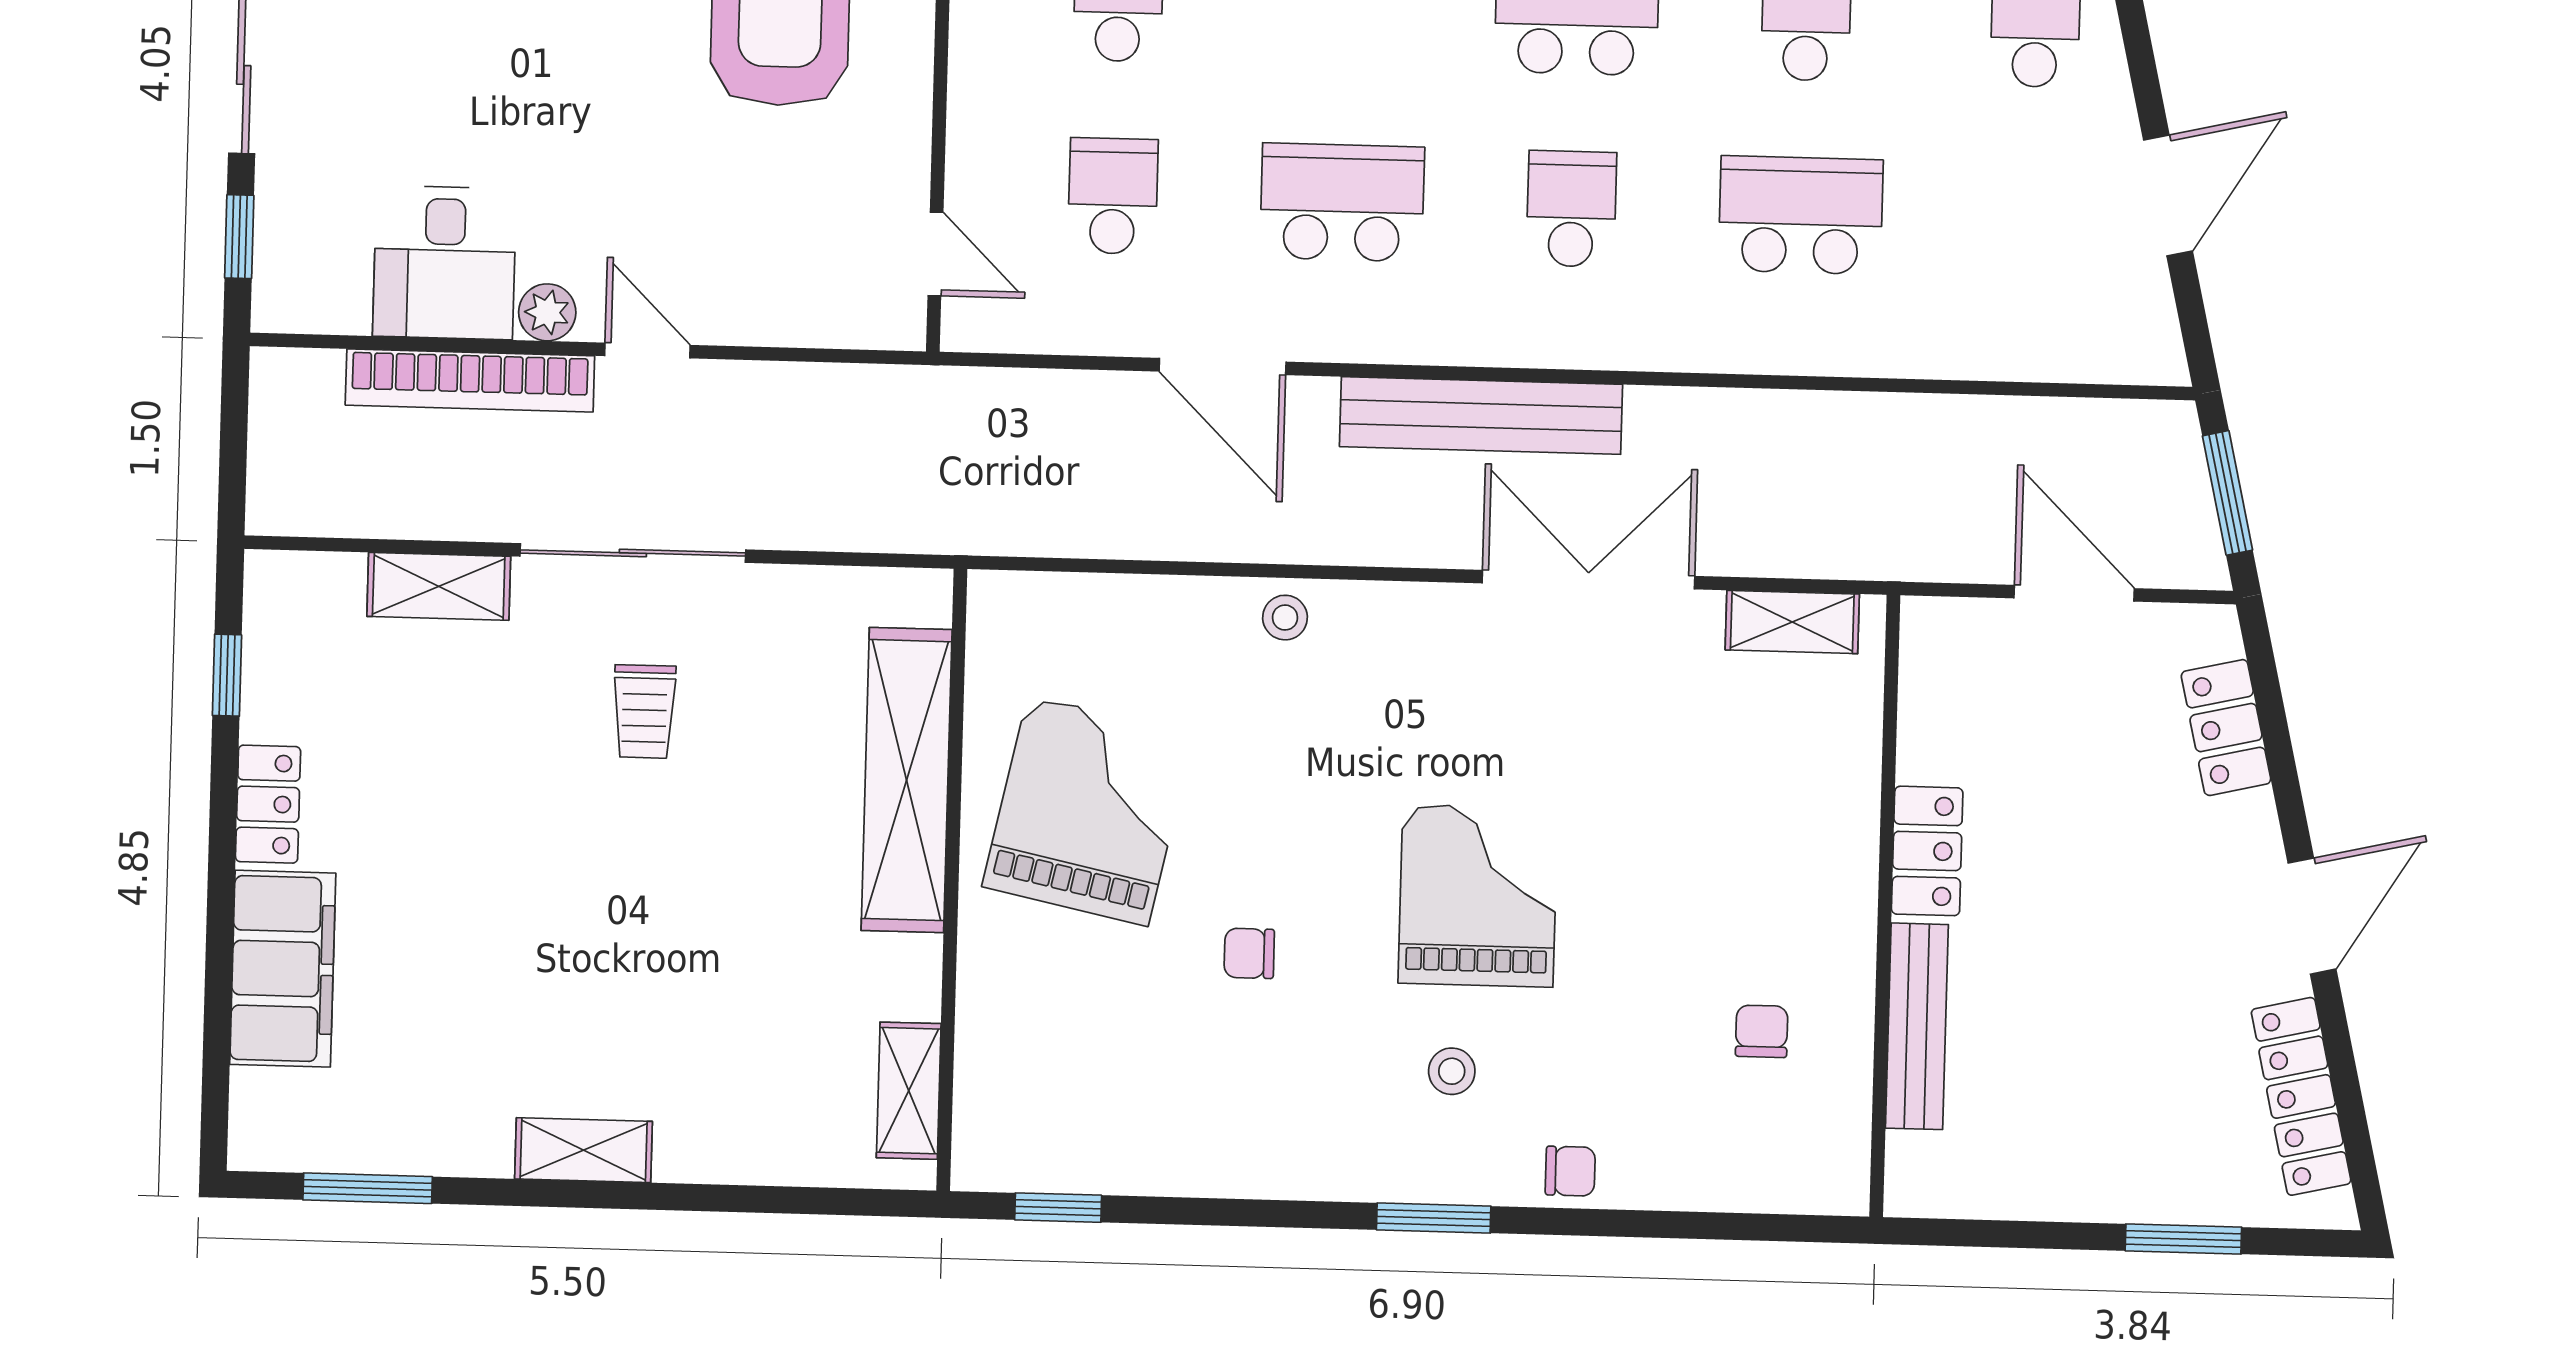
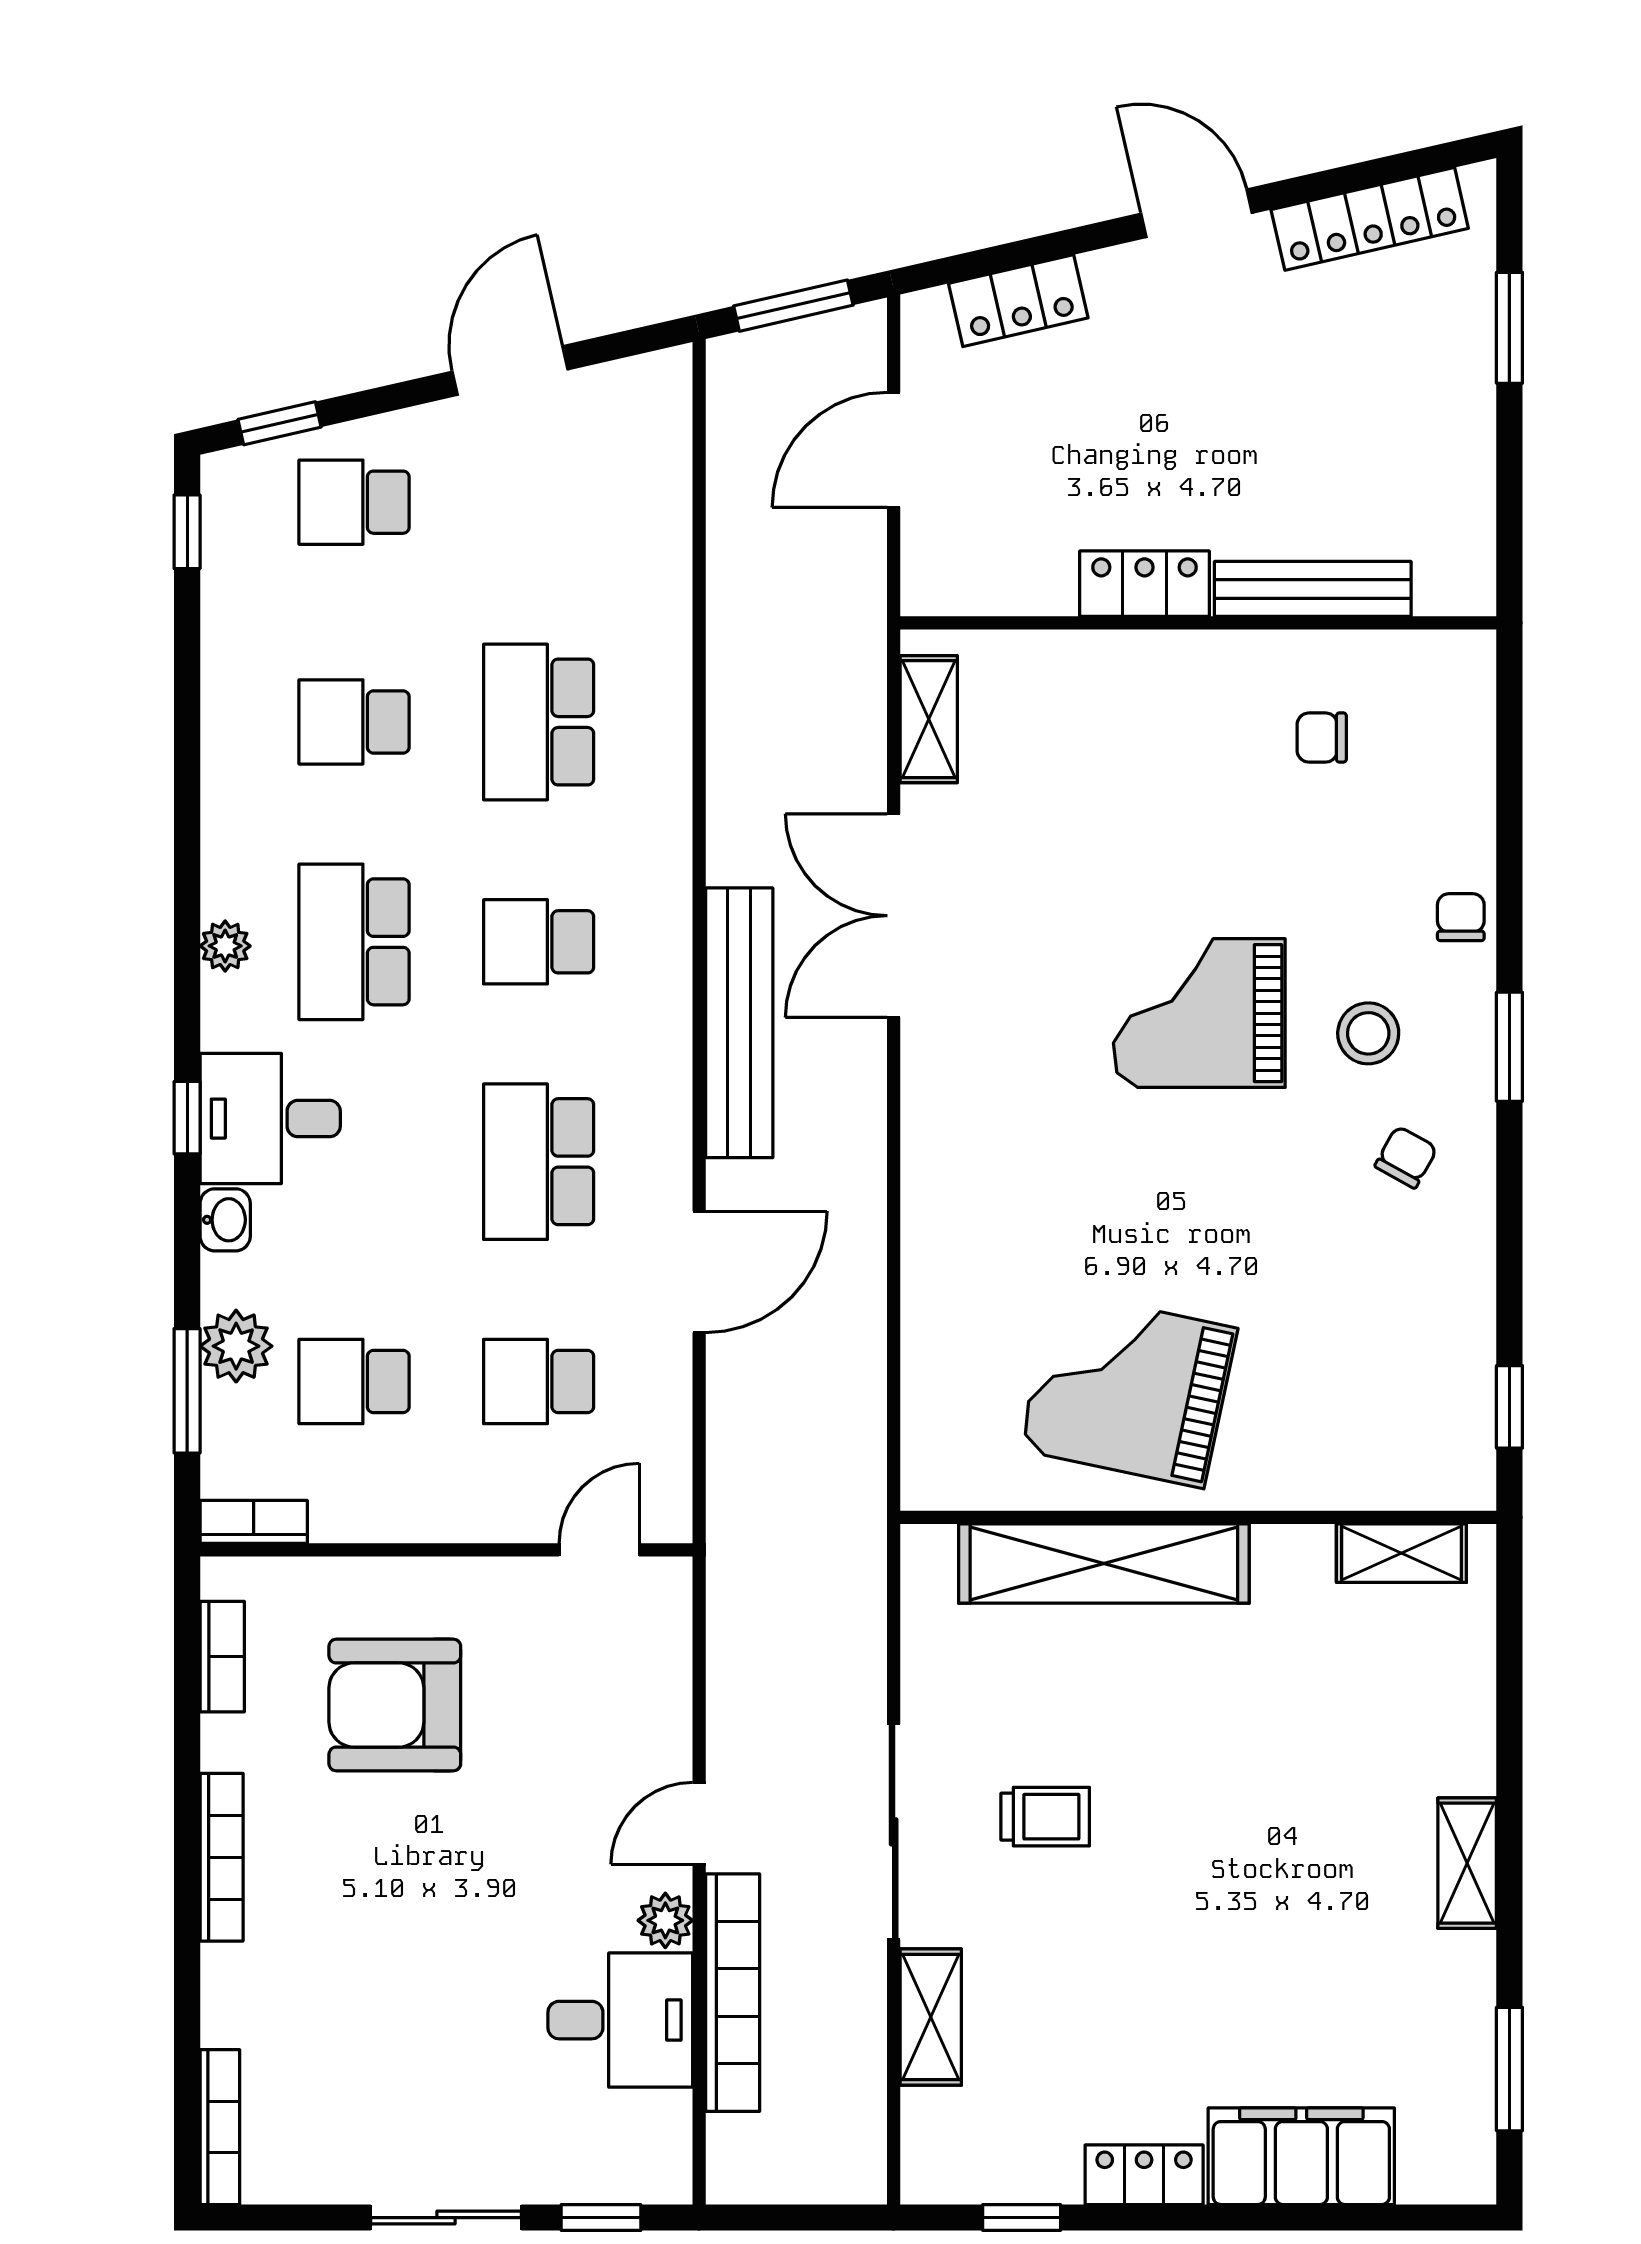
door: (2168, 196) -> (510, 370), hinge flipped
stool: (1285, 618) -> (938, 1205), removed
chair: (1249, 953) -> (1406, 1157), moved, turned -151
stool: (1452, 1071) -> (1368, 1033), width x1.37, depth x1.37

